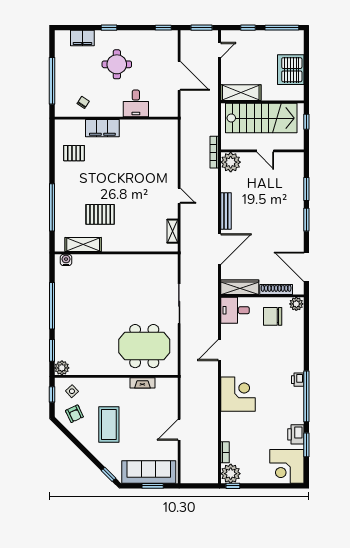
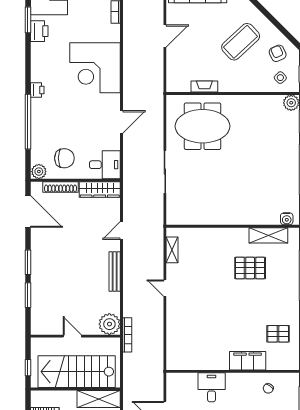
door: (220, 249) -> (122, 230), width x0.53
corner desk: (238, 394) -> (95, 68), width x1.36, depth x1.36
window: (306, 396) -> (28, 122), moved
coffee table: (109, 424) -> (241, 42), turned 47

